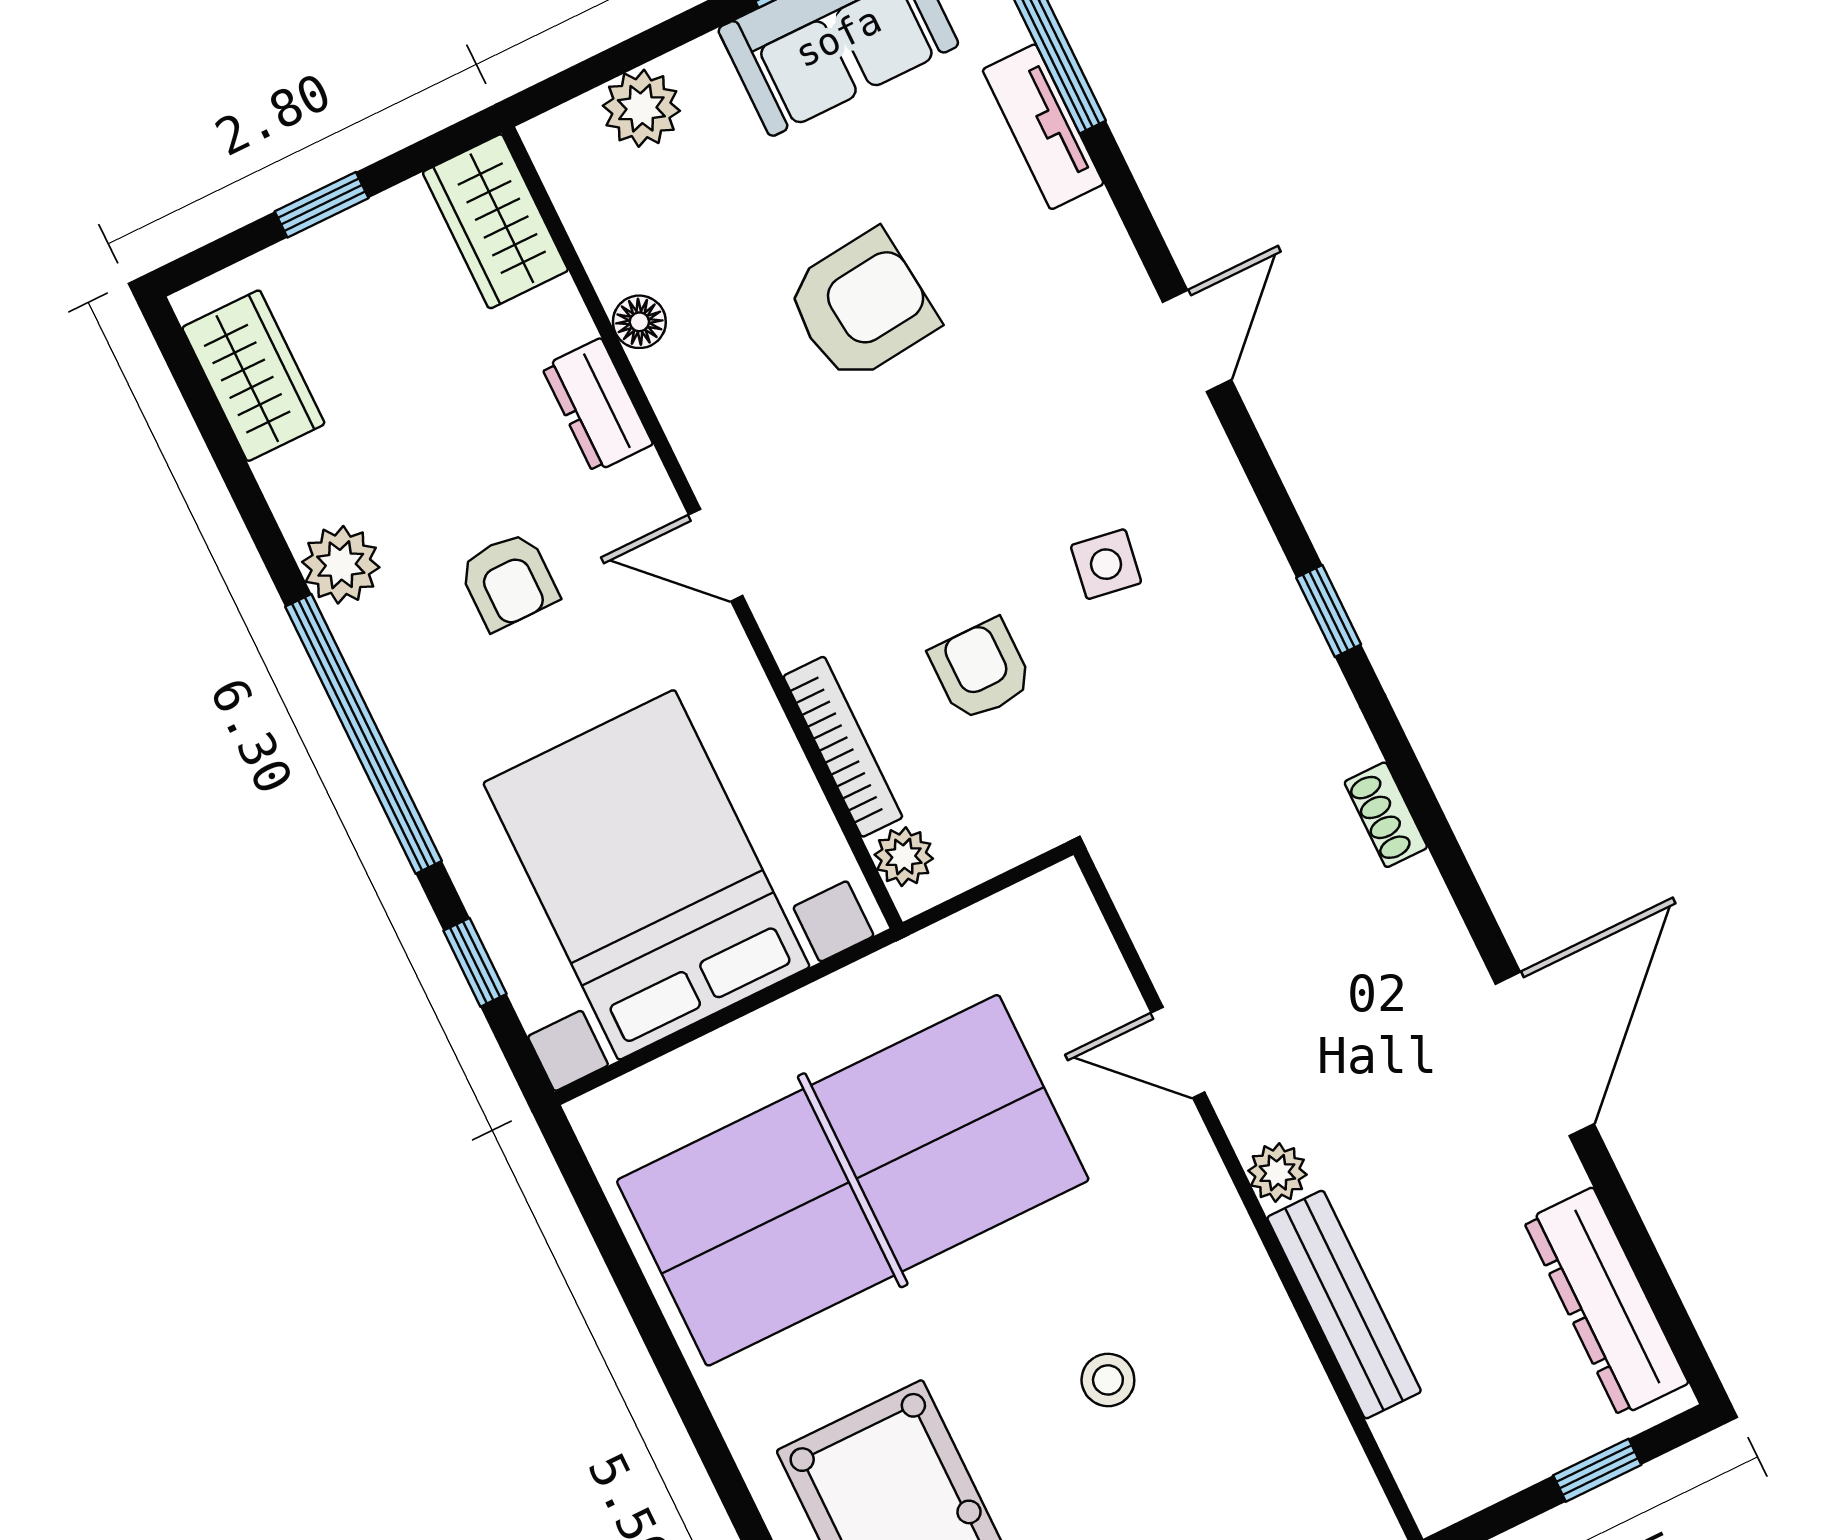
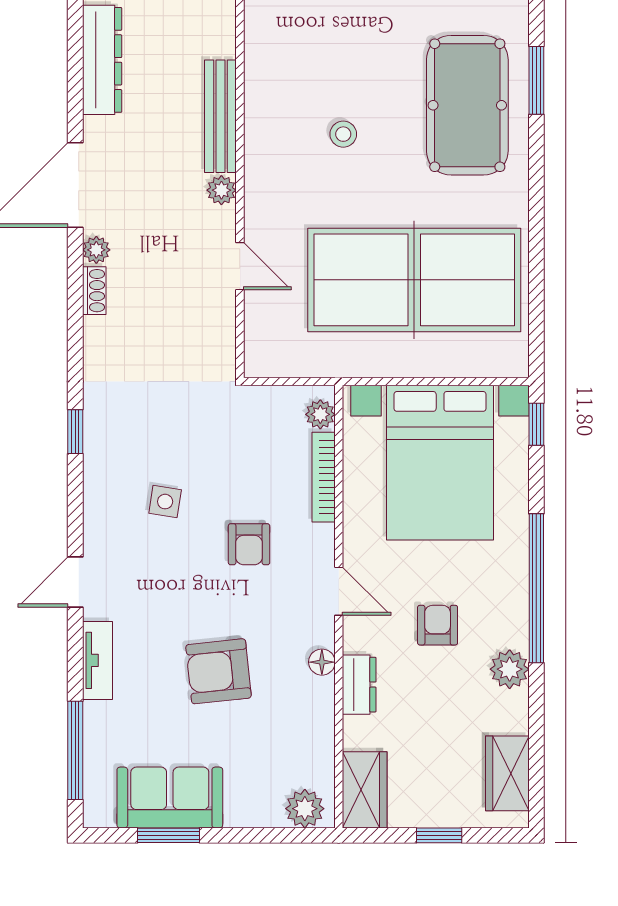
plant: (641, 108) -> (305, 809), moved
tv unit: (1043, 127) -> (97, 660), moved
floor lamp: (639, 322) -> (322, 662), moved
armchair: (981, 670) -> (249, 544), moved
shoe rack: (1386, 815) -> (94, 291), moved
plant: (1450, 956) -> (96, 250), added
window: (475, 962) -> (536, 424), moved

